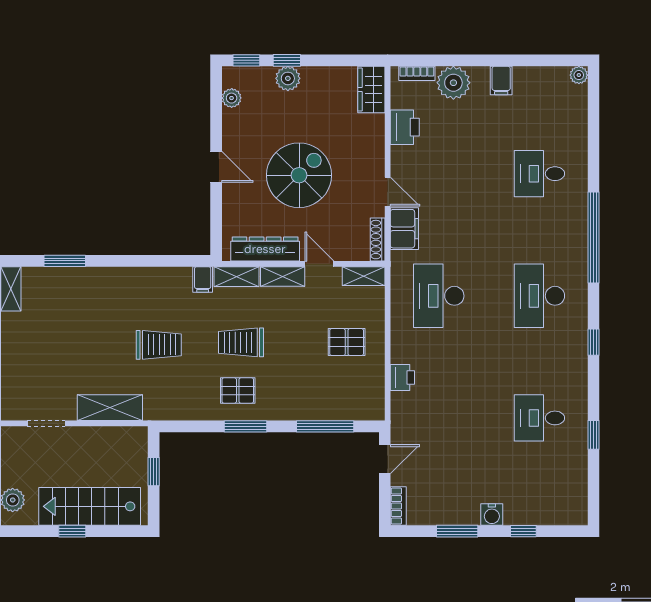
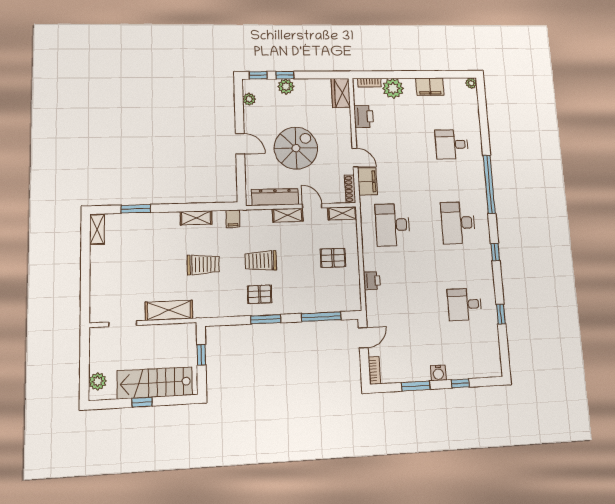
filing cabinet: (501, 80) -> (430, 87), width x2.00
shelving: (236, 277) -> (196, 218), moved

